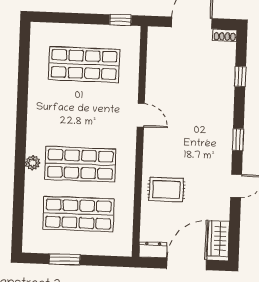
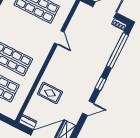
window: (240, 76) -> (117, 51), width x3.17
door: (141, 115) -> (59, 38), moved

